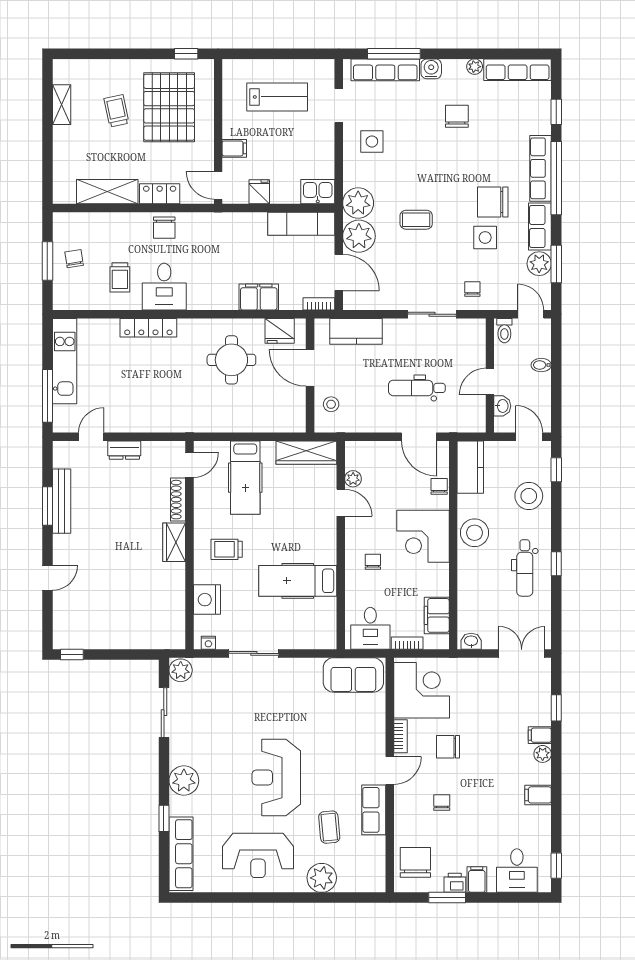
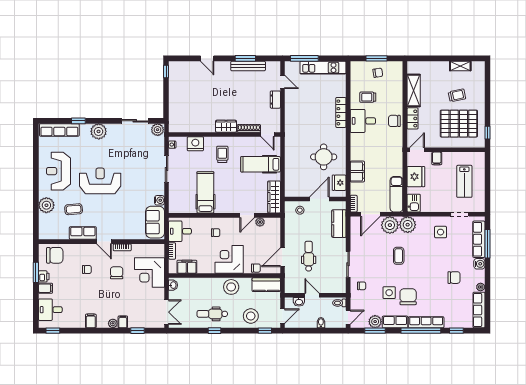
fridge: (259, 192) -> (416, 177), width x1.88, depth x1.34
water cooler: (312, 667) -> (159, 200), added
corner desk: (422, 690) -> (149, 273), moved, turned 90

